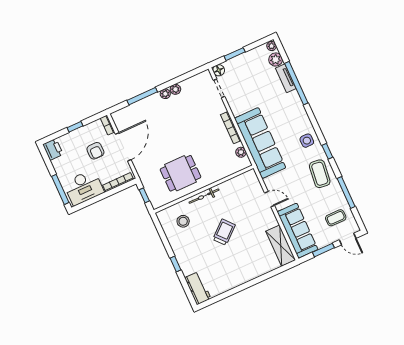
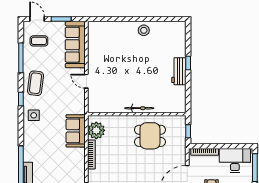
sofa: (260, 143) -> (76, 131), width x0.54, depth x0.79
plant: (241, 152) -> (96, 130), width x1.88, depth x1.88
stool: (183, 221) -> (144, 30), moved
trolley: (224, 232) -> (136, 71), removed
shelving: (281, 246) -> (95, 39), removed
workbench: (198, 288) -> (179, 71), moved

